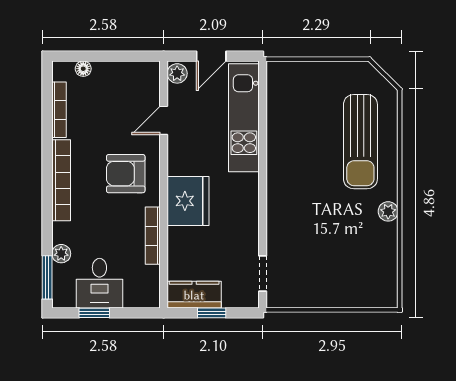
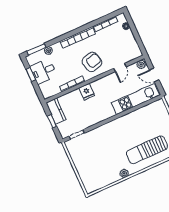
door: (164, 120) -> (120, 68), swing flipped
armchair: (126, 174) -> (92, 62), turned 75
fridge: (188, 201) -> (87, 92), width x0.53, depth x0.75

